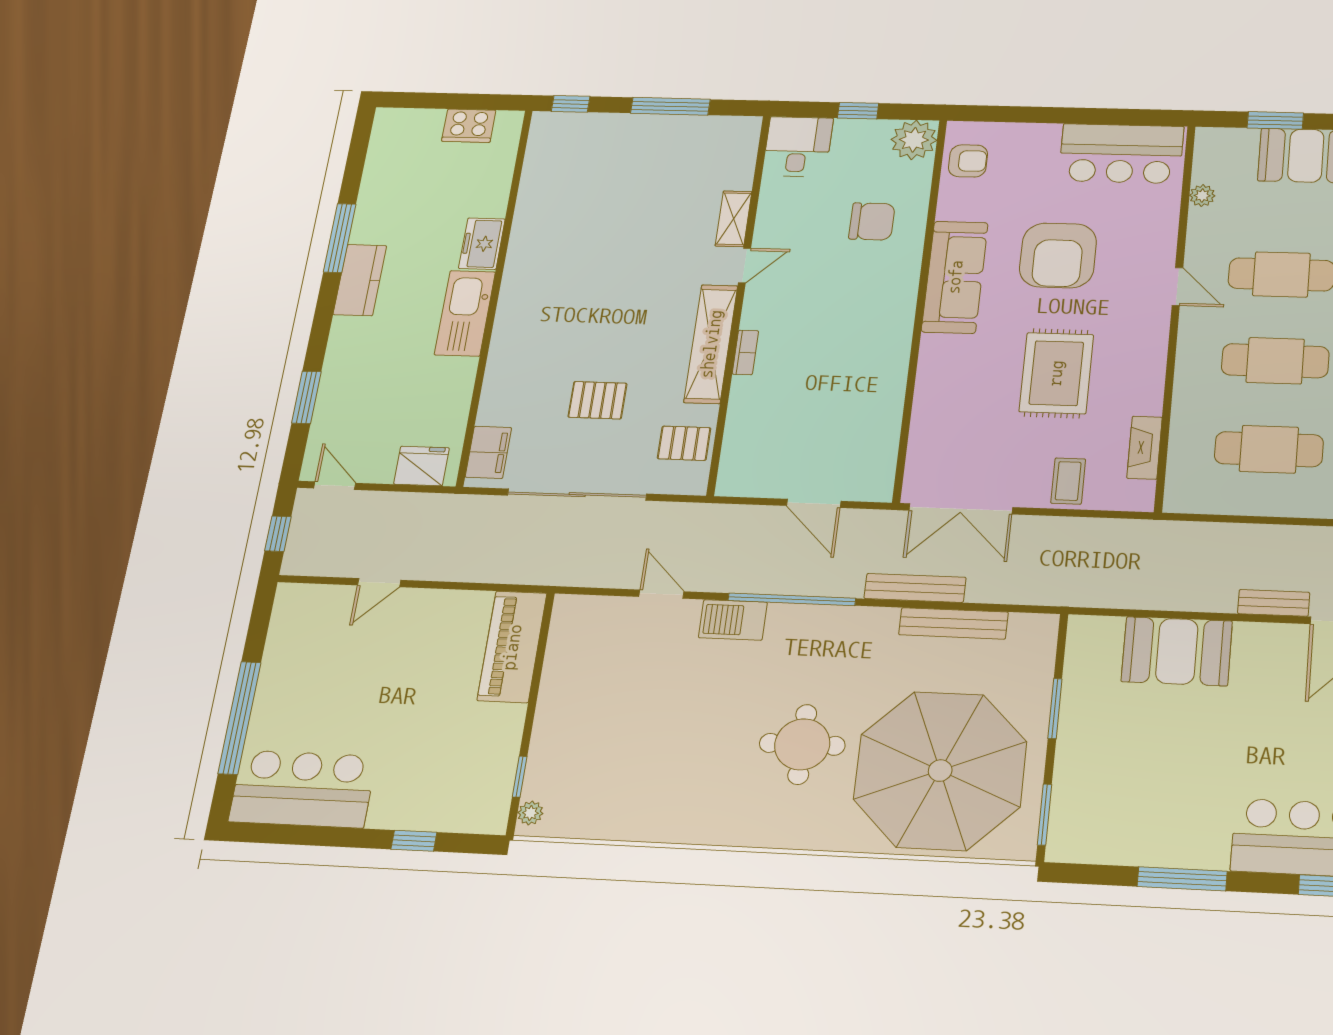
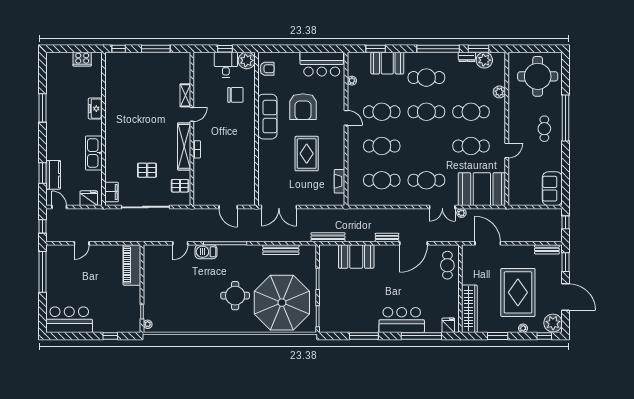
desk: (798, 147) -> (226, 65), moved
kitchen counter: (360, 280) -> (53, 175), moved
kitchen sink: (465, 313) -> (94, 153), moved
coffee table: (1068, 481) -> (314, 195), removed
bench: (915, 588) -> (328, 237), moved
door: (661, 594) -> (180, 243), swing flipped
window: (239, 718) -> (43, 272), moved

